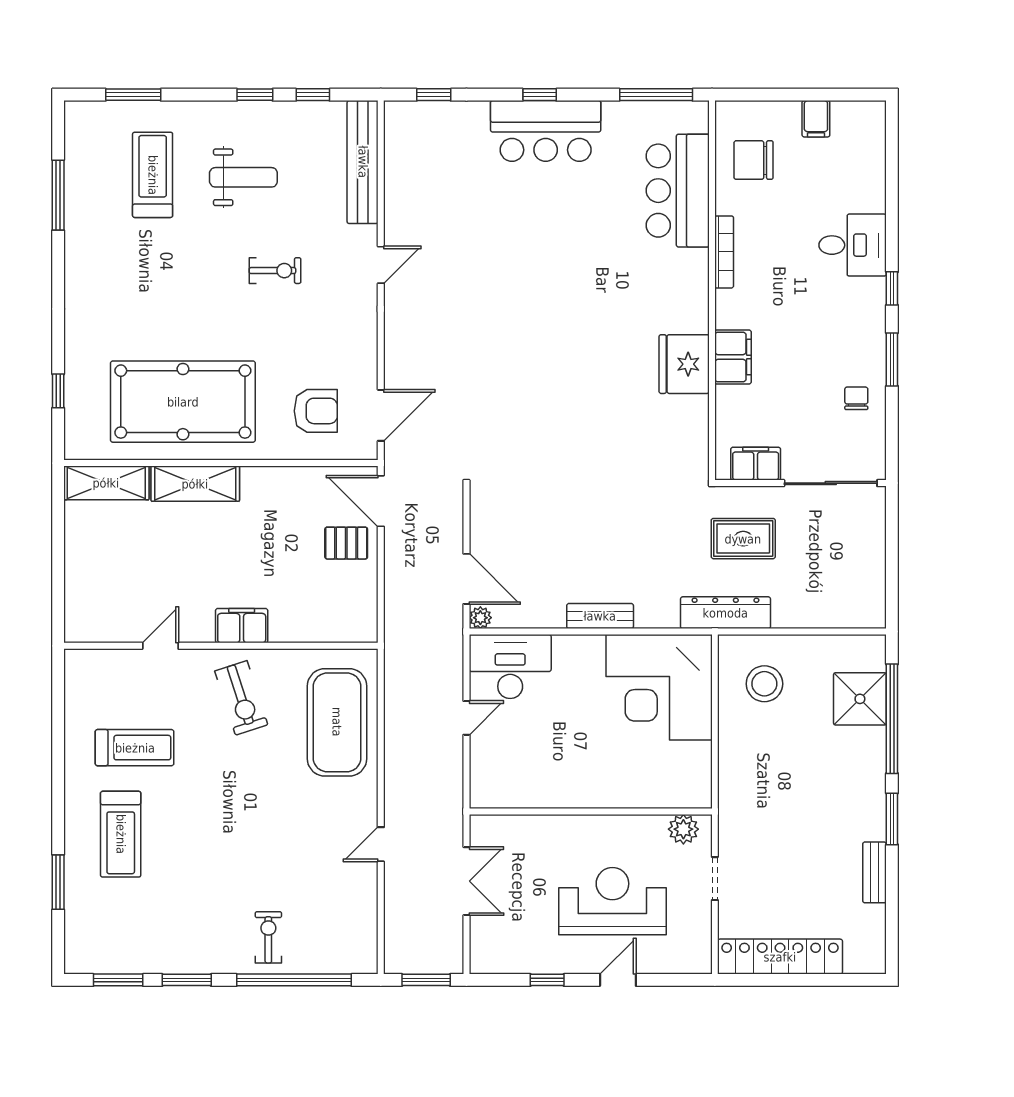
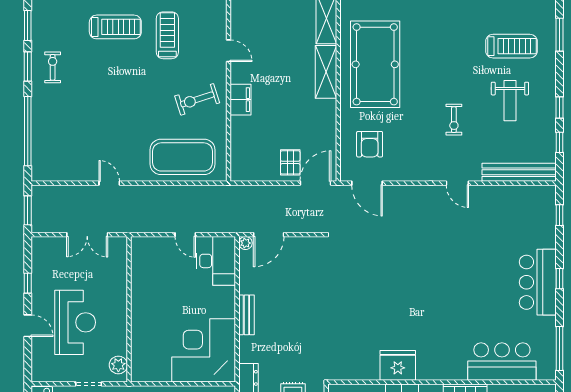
treadmill: (135, 748) -> (167, 35), turned 180
treadmill: (121, 834) -> (115, 27), turned 180
exercise bike: (268, 937) -> (53, 67), moved, turned -90

